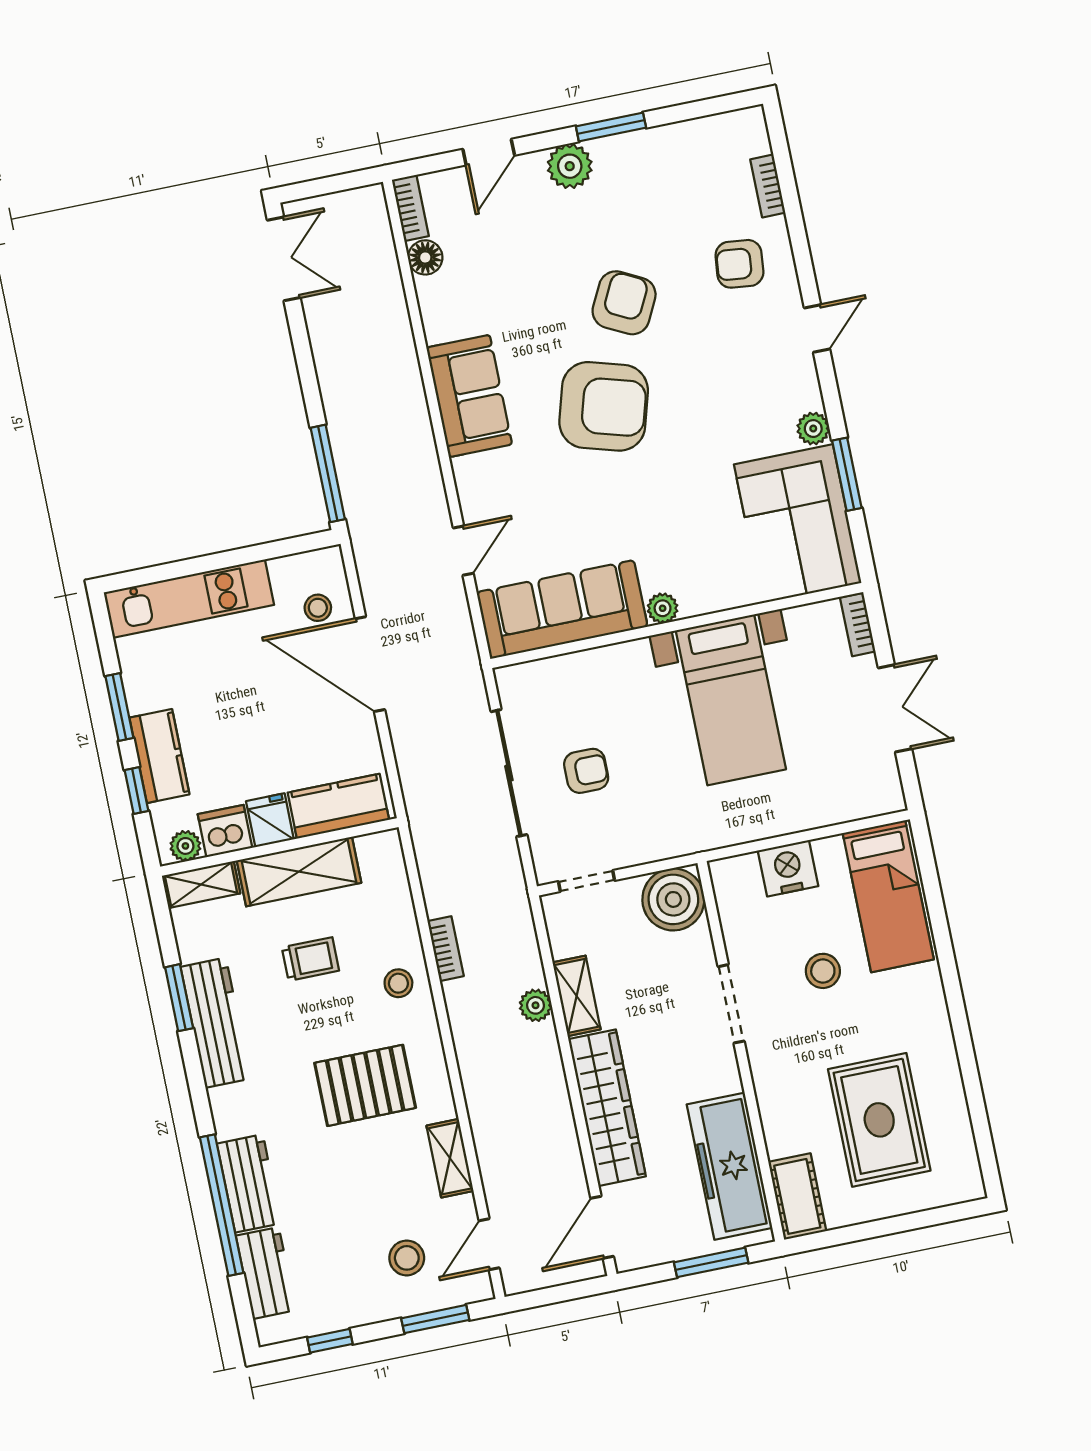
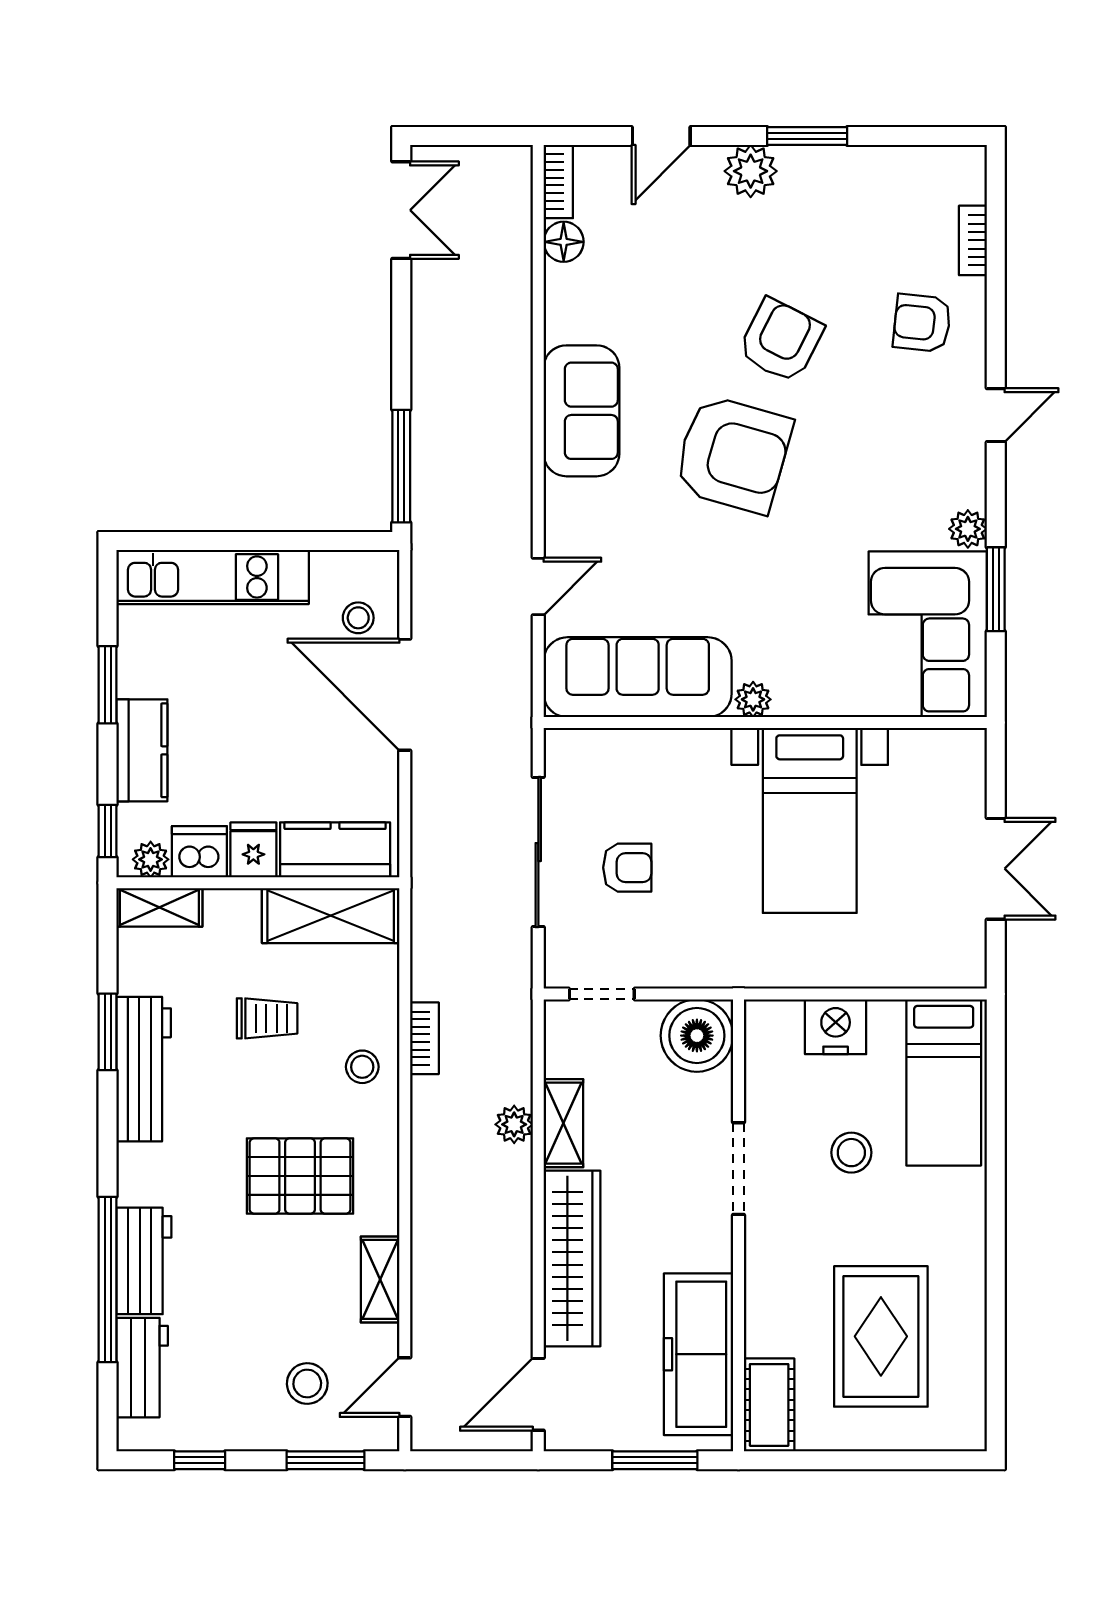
bookcase: (858, 625) -> (973, 764), removed
window: (136, 790) -> (108, 831), moved
shelving: (299, 872) -> (331, 916), moved

